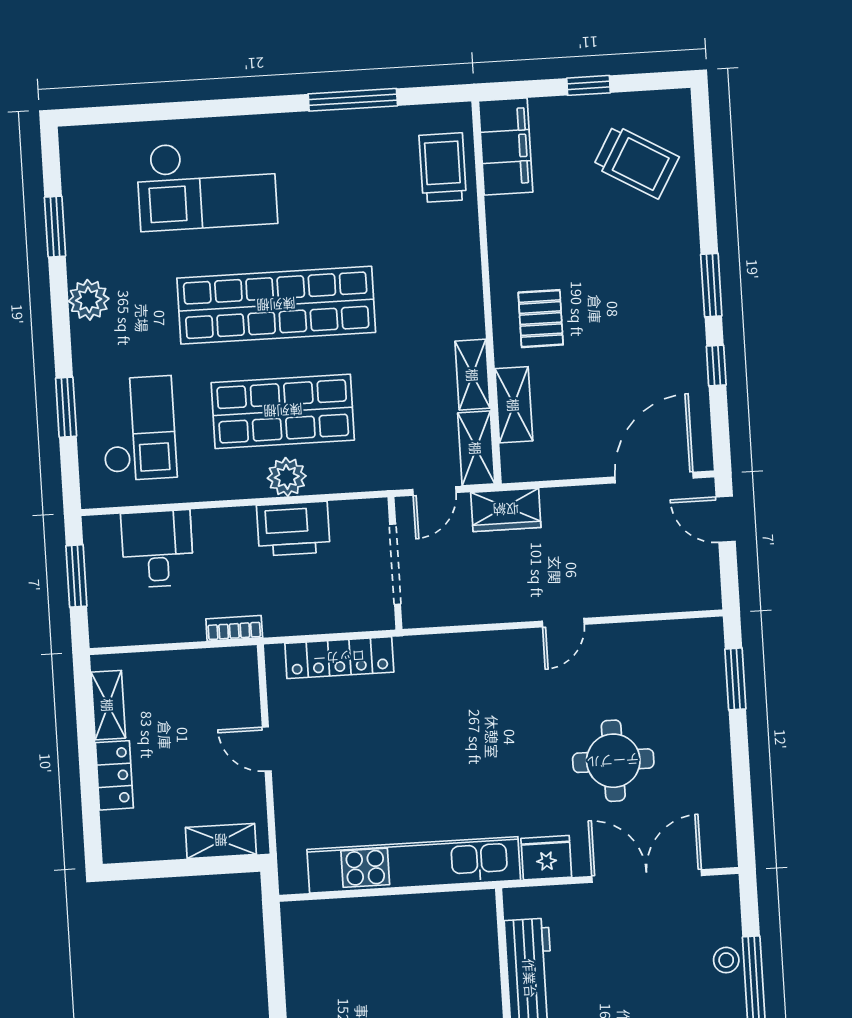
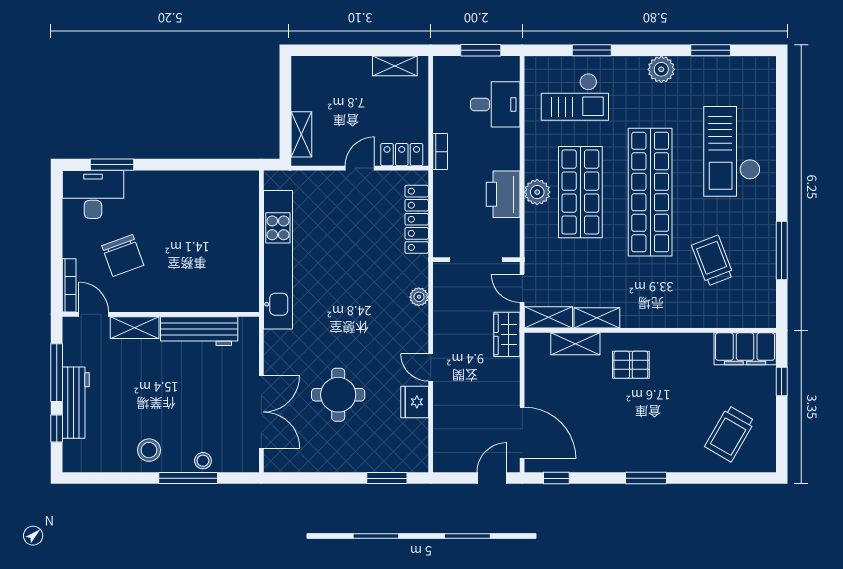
window: (589, 85) -> (782, 382), moved
trolley: (443, 168) -> (713, 261), moved, turned -111
window: (716, 366) -> (556, 478), moved
plant: (457, 647) -> (419, 297), added
locker: (114, 775) -> (402, 155), moved, turned 180
fridge: (546, 858) -> (415, 402), moved, turned 180

